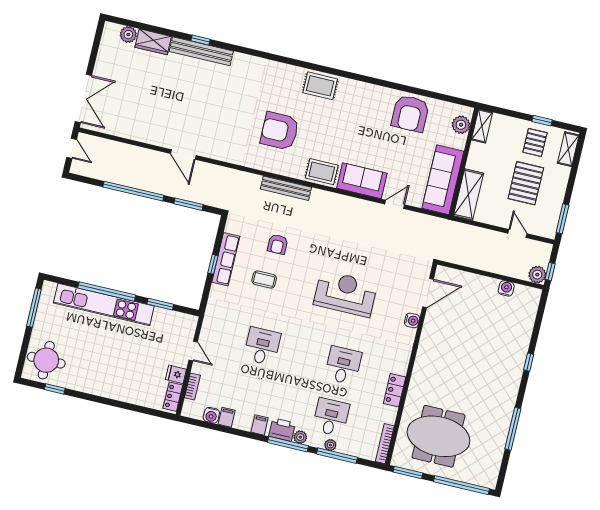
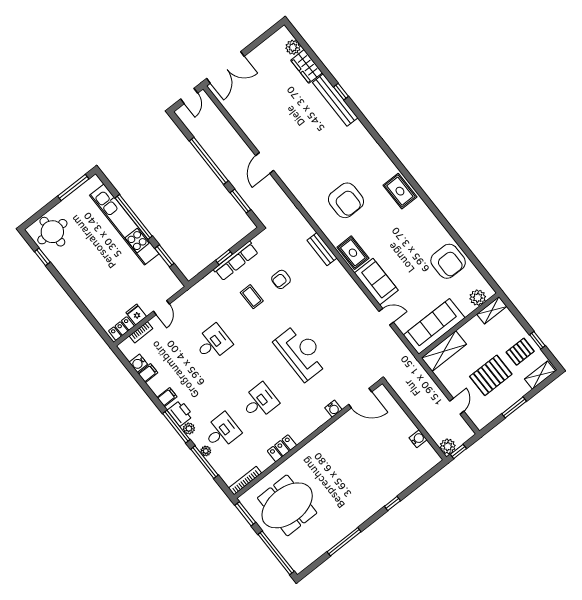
armchair: (410, 114) -> (448, 261), turned -90
armchair: (280, 131) -> (346, 200), turned 180
bench: (286, 188) -> (322, 249), width x0.73
window: (563, 219) -> (514, 407), moved
meeting table: (438, 436) -> (287, 505), turned 90

